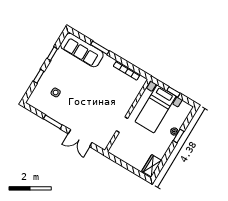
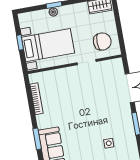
chair: (127, 147) -> (102, 42), added

